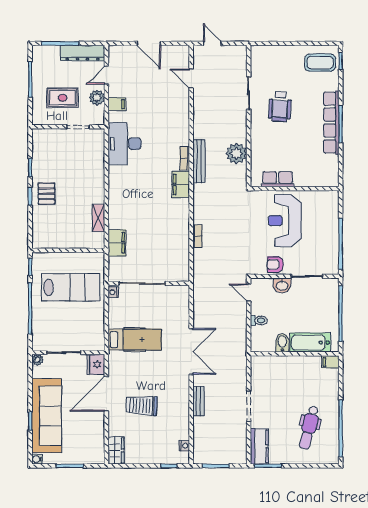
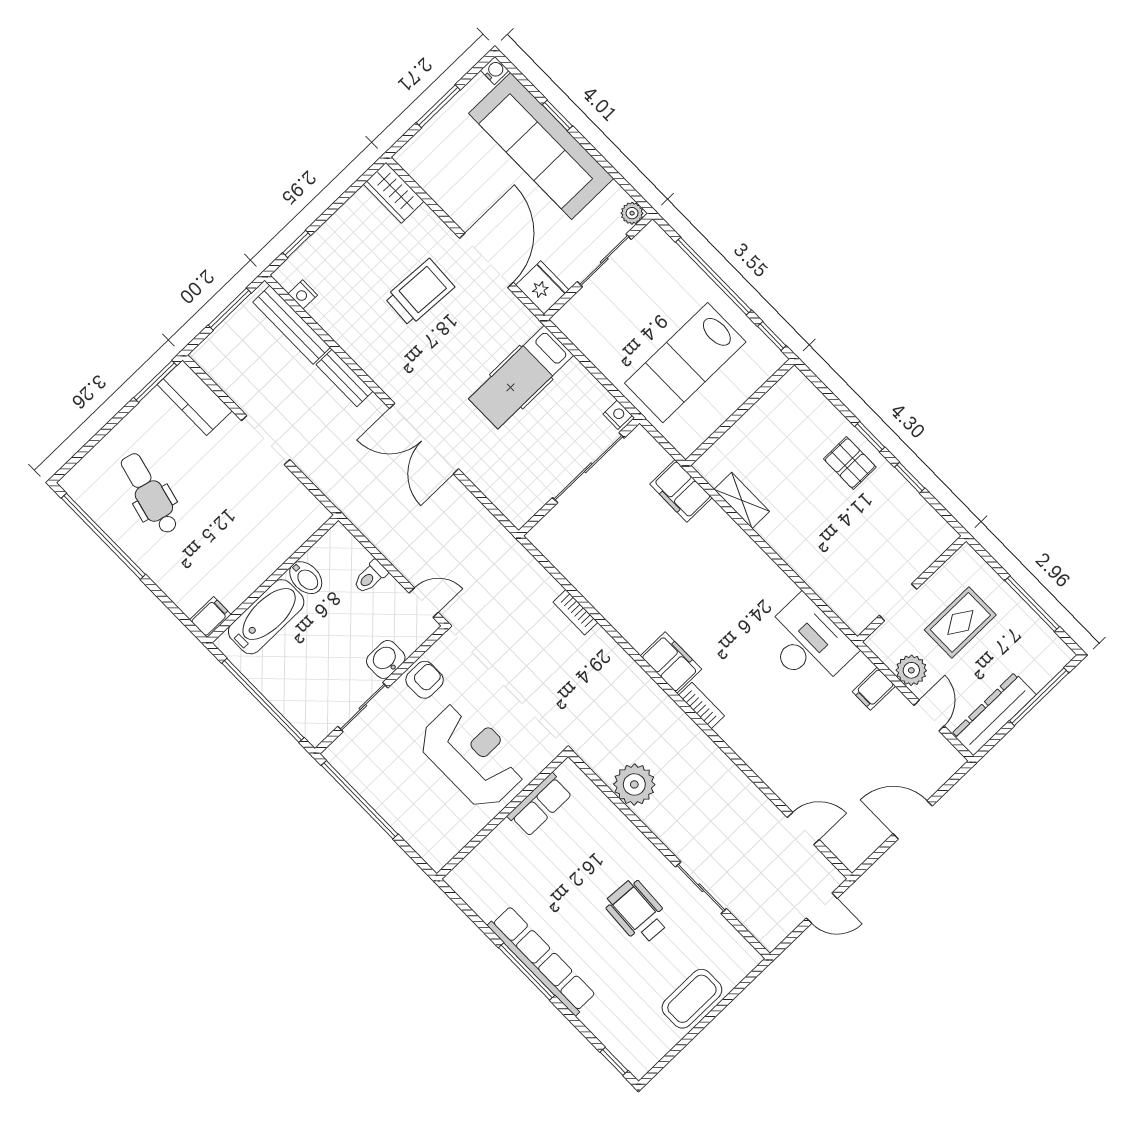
coffee table: (320, 63) -> (692, 999), moved
bench: (199, 161) -> (292, 325), moved

